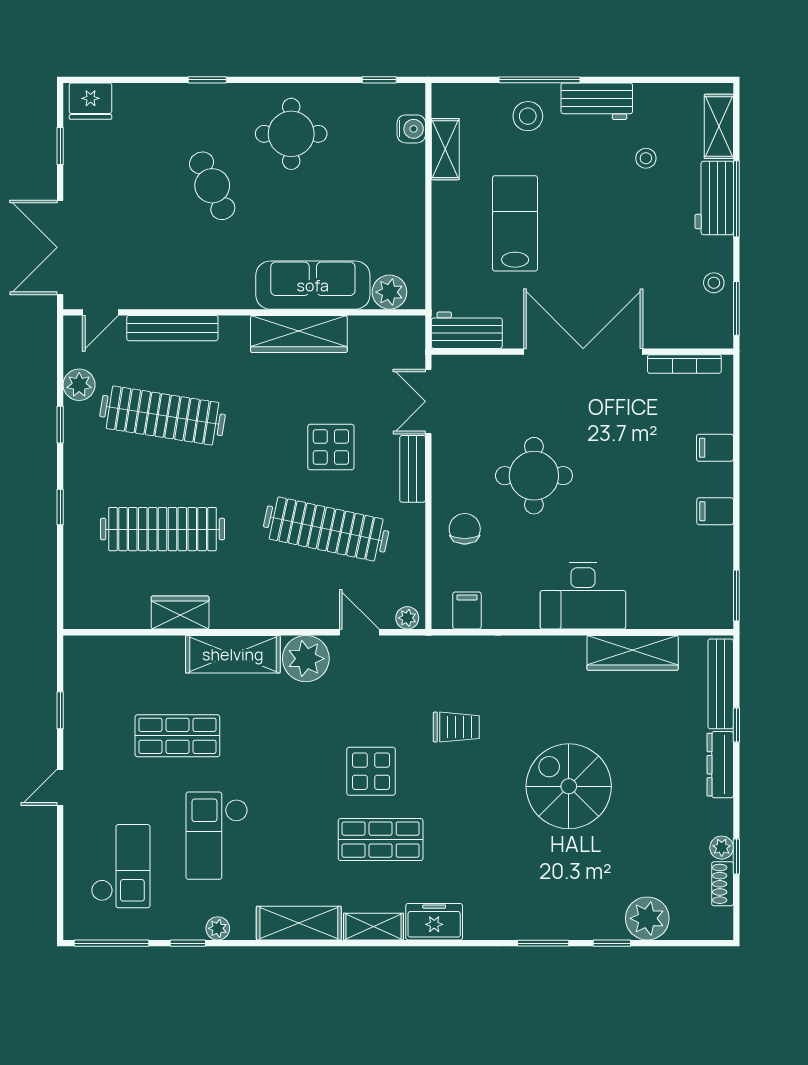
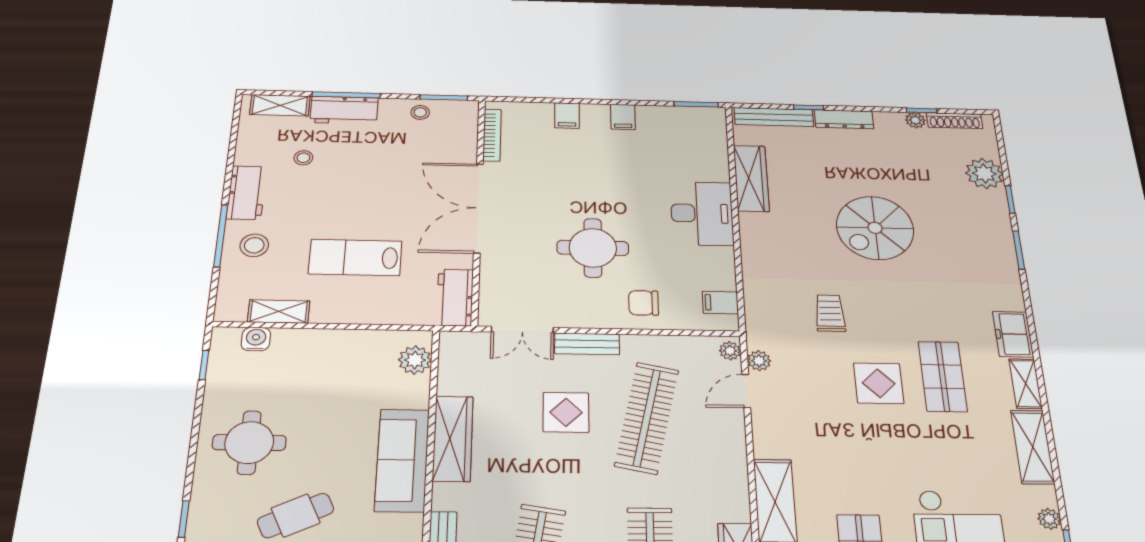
sofa: (313, 285) -> (402, 460), moved
plant: (306, 659) -> (759, 361), moved, width x0.53, depth x0.53
shoe rack: (723, 884) -> (954, 121), width x1.43

